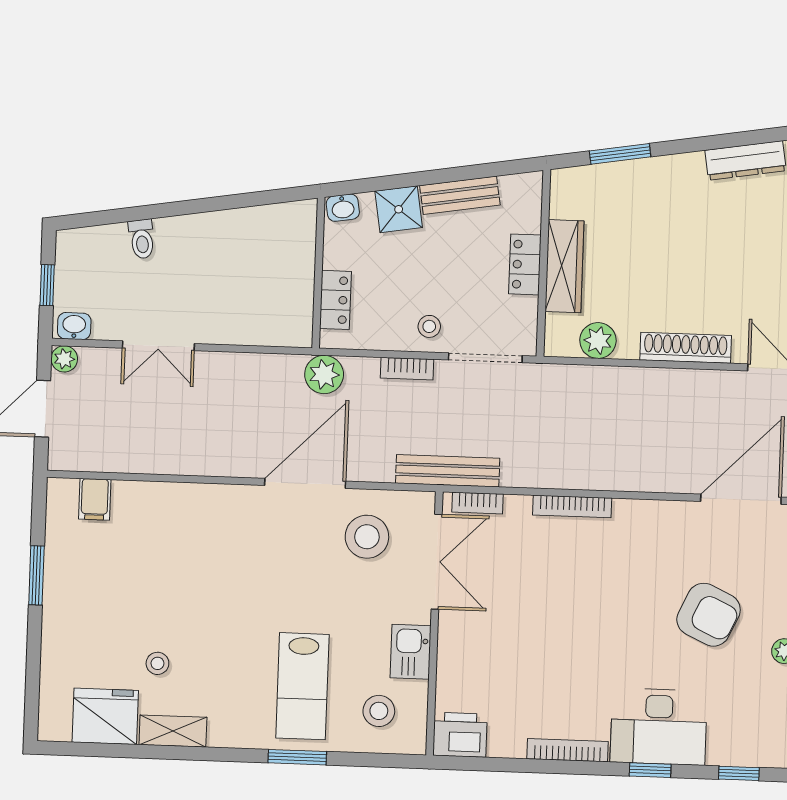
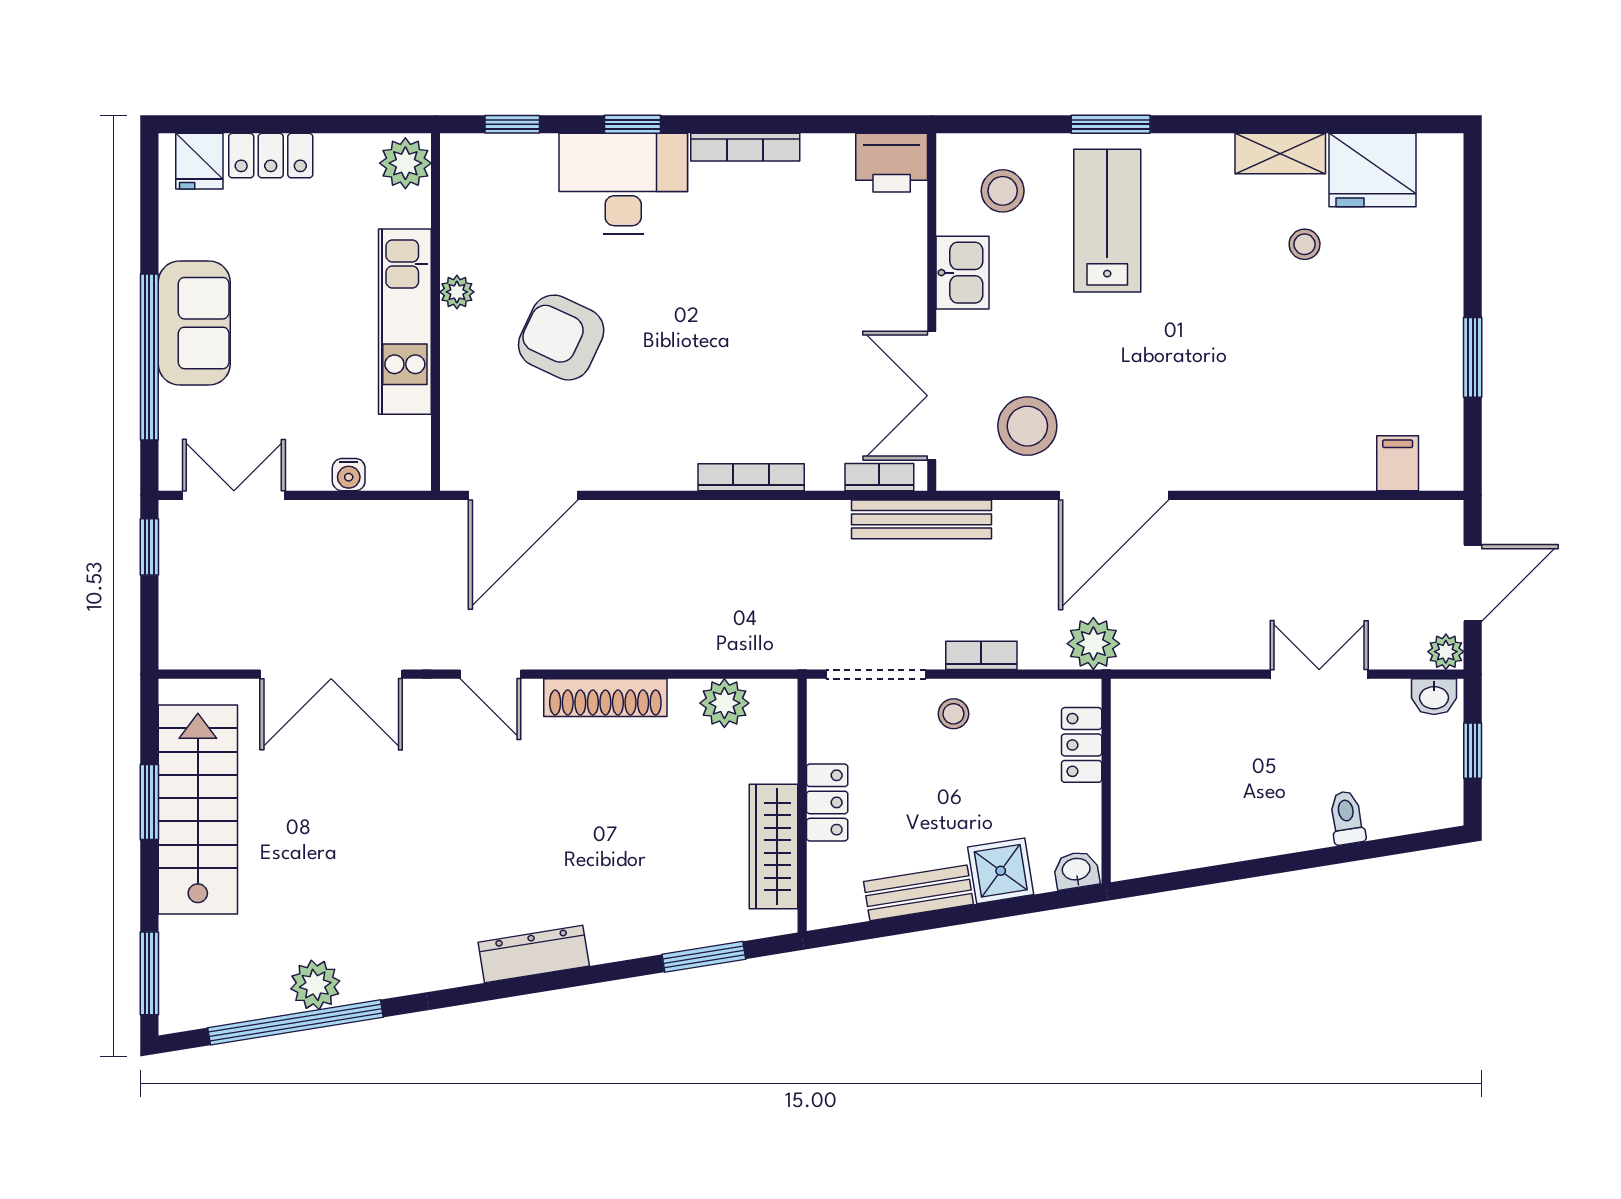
wardrobe: (564, 266) -> (773, 846), moved

